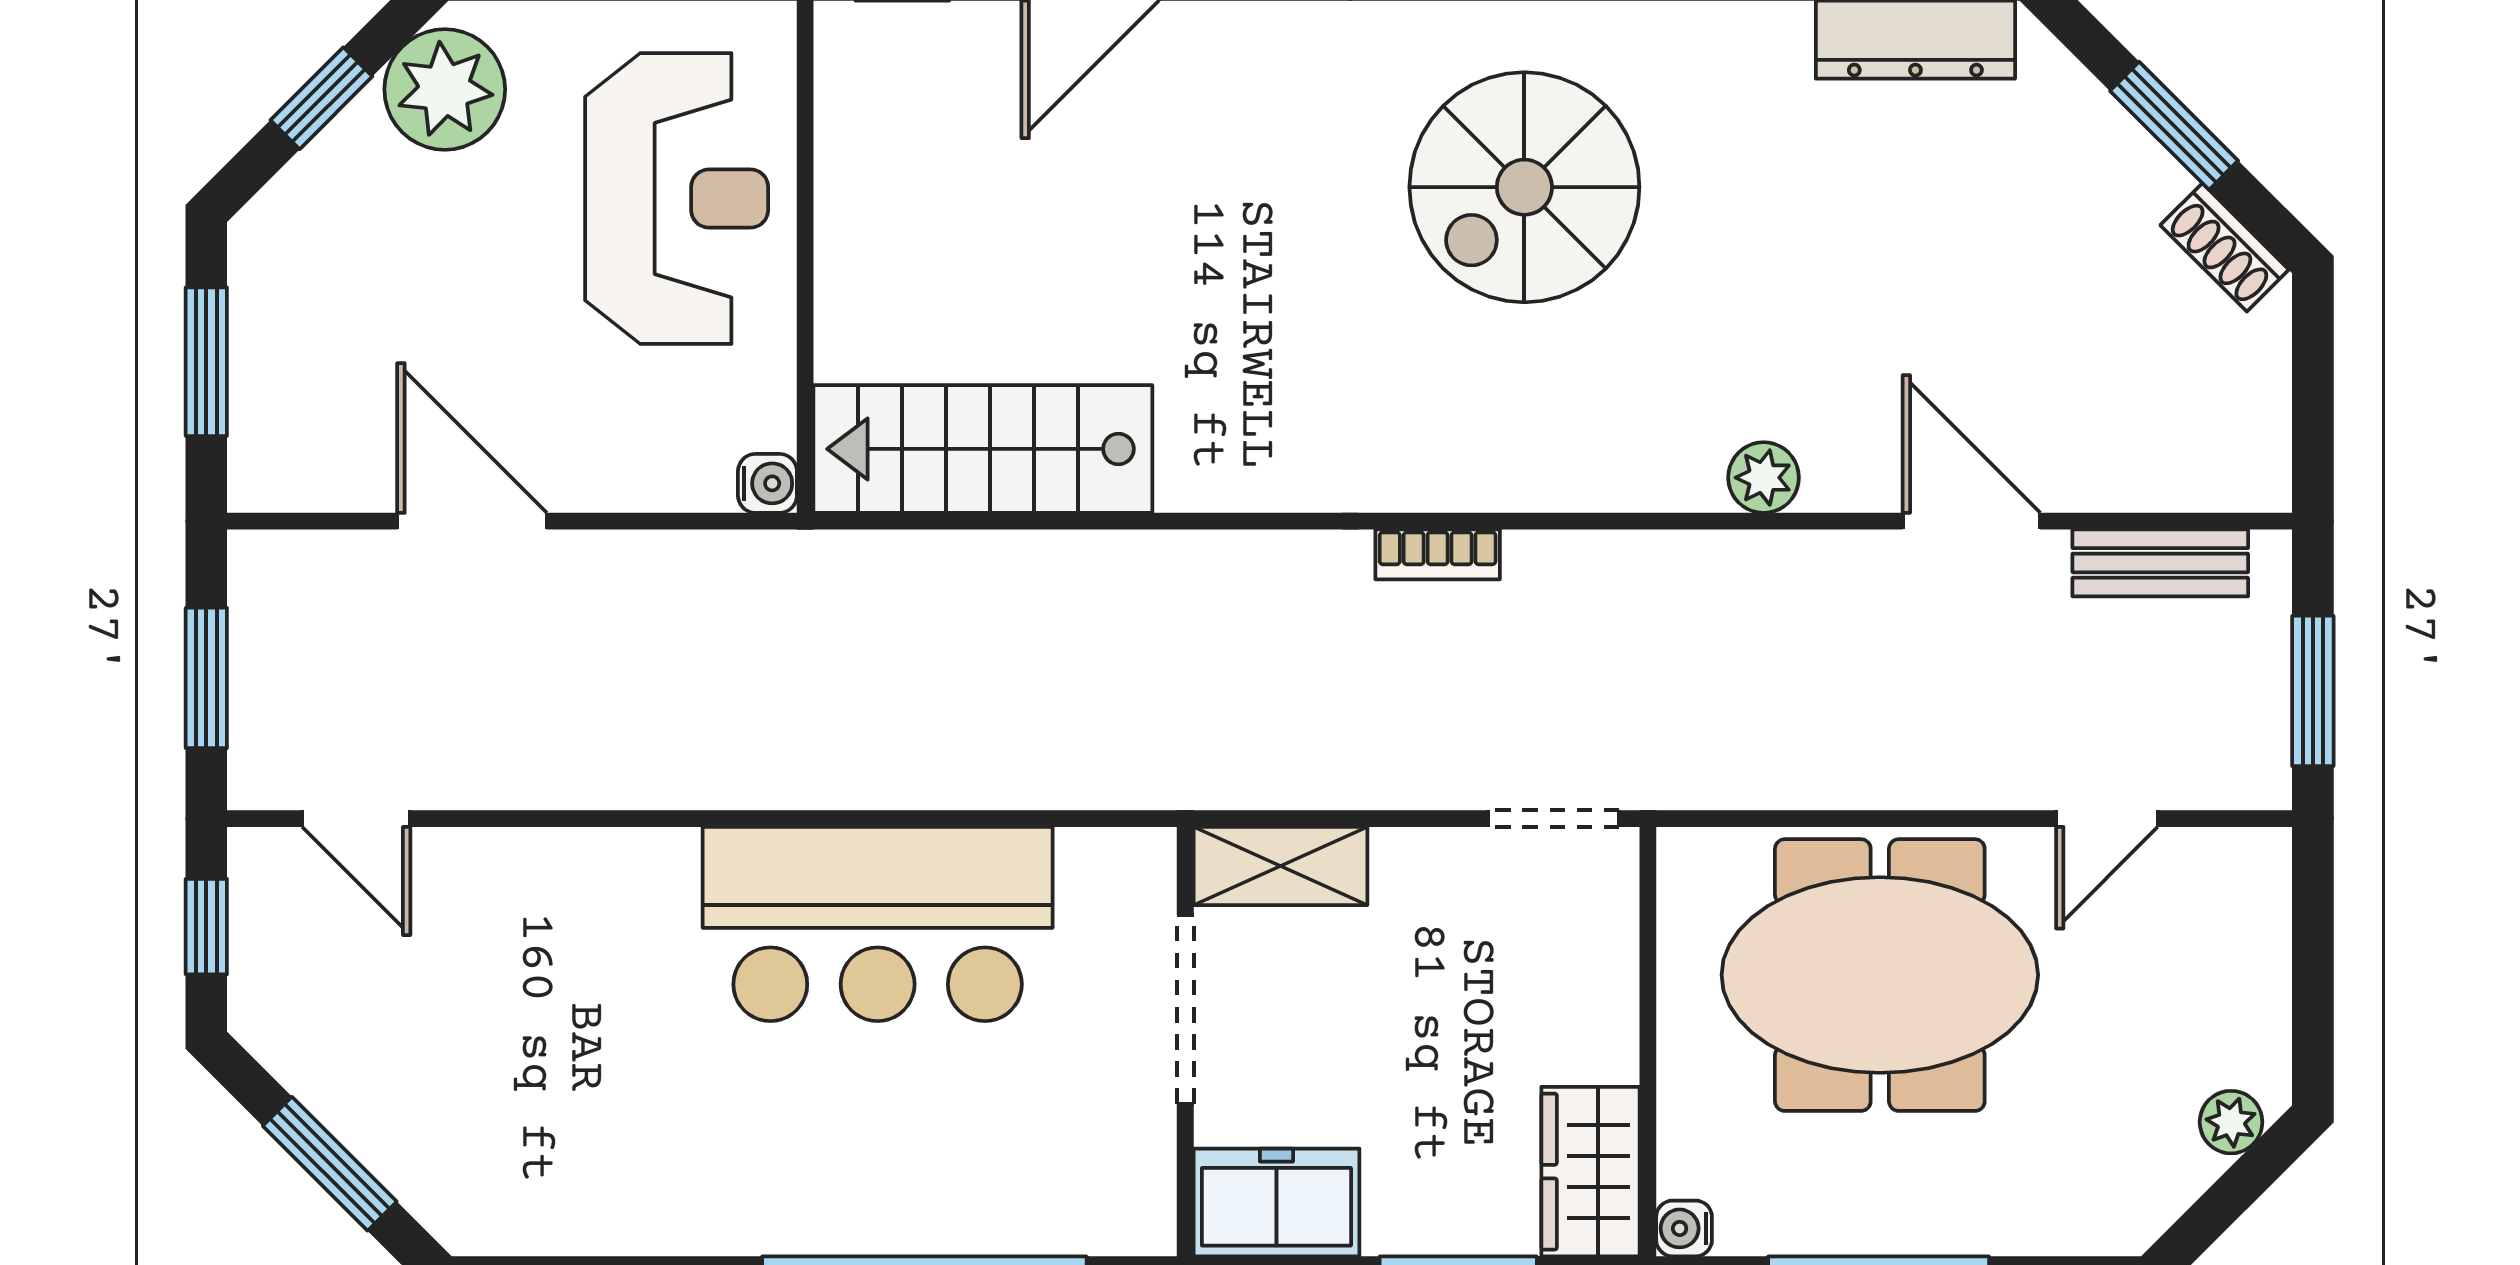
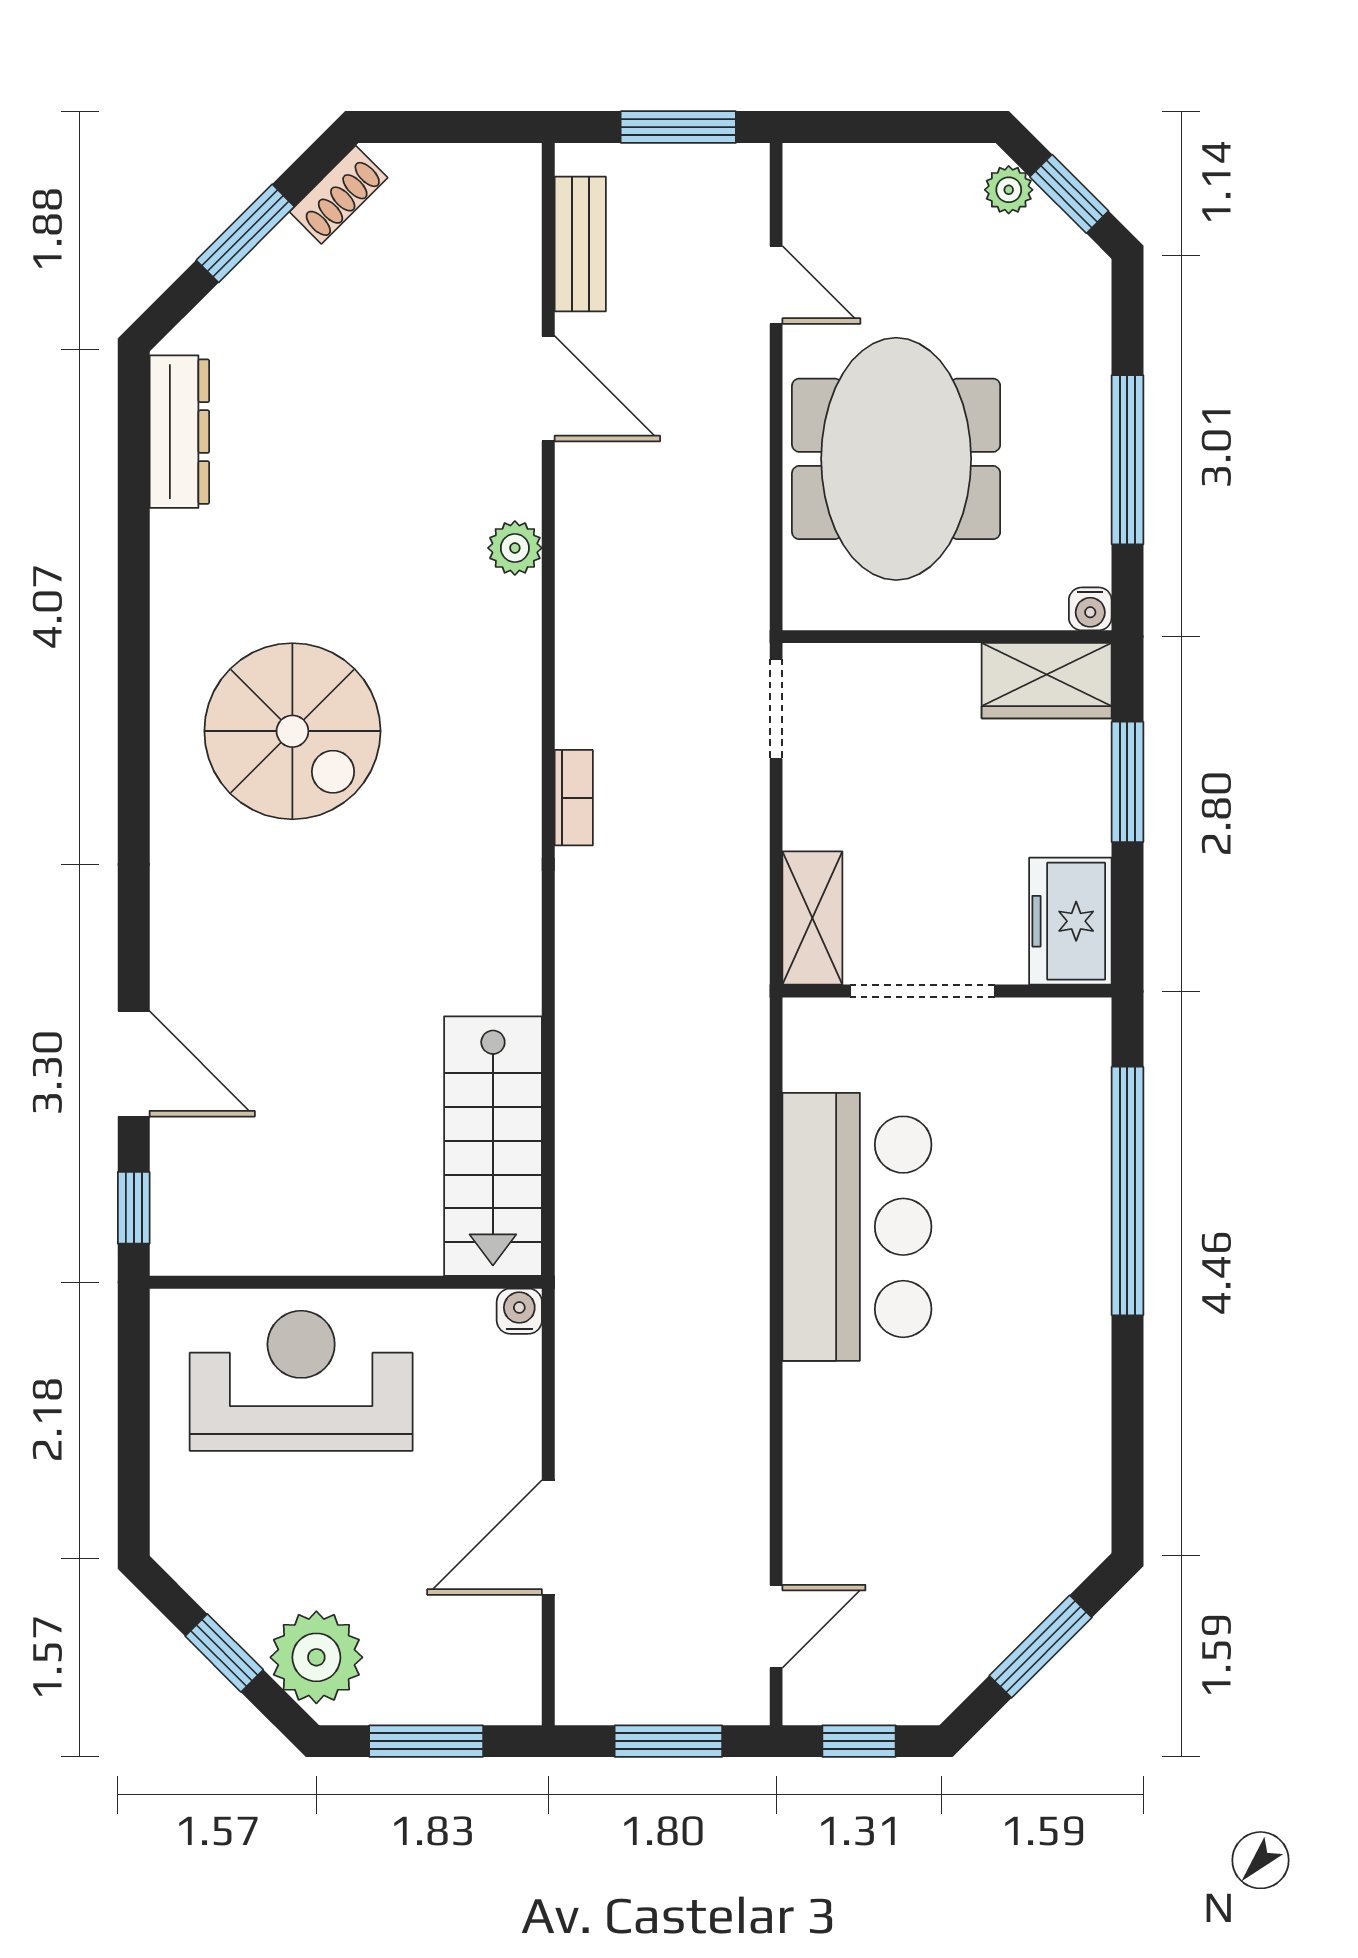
plant: (445, 89) -> (316, 1657), moved
door: (1972, 521) -> (548, 389), swing flipped
window: (2226, 1201) -> (1069, 194), added

